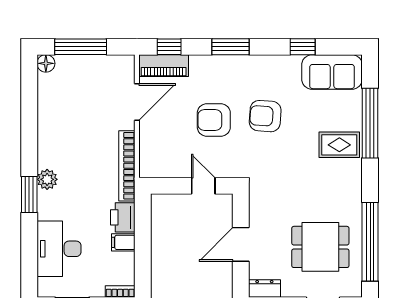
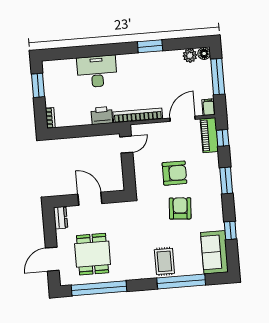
door: (137, 102) -> (183, 119), swing flipped
armchair: (214, 120) -> (174, 173), turned 90
plant: (47, 179) -> (190, 56), moved
door: (203, 186) -> (126, 145), moved
window: (29, 194) -> (150, 46), moved
filing cabinet: (123, 242) -> (209, 107), moved
desk: (59, 249) -> (97, 71), moved

